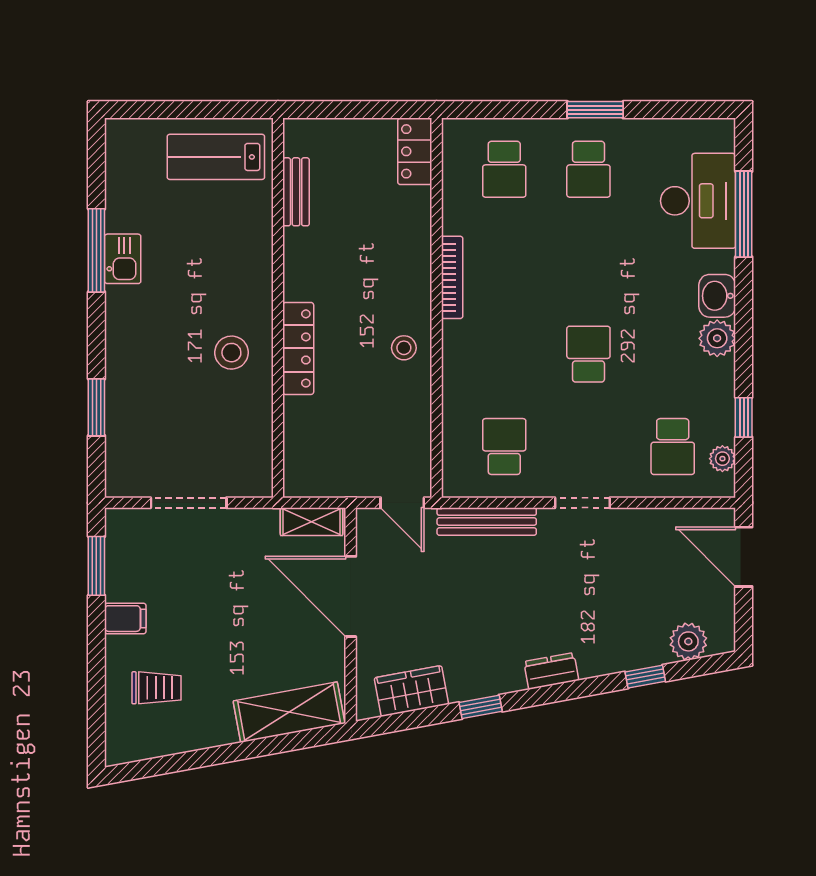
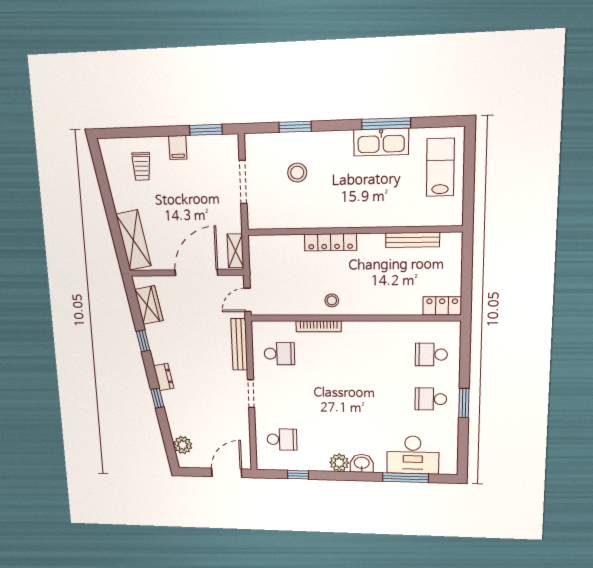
lab bench: (216, 157) -> (440, 167), moved
bench: (296, 192) -> (413, 240), width x1.36
kitchen sink: (123, 259) -> (381, 142), width x1.87, depth x1.24
bookcase: (452, 277) -> (319, 326), moved
stool: (231, 353) -> (297, 173), moved
school desk: (588, 354) -> (330, 398), removed
school desk: (673, 447) -> (282, 439), turned 180
plant: (722, 459) -> (276, 464), removed
window: (645, 677) -> (157, 398), moved

